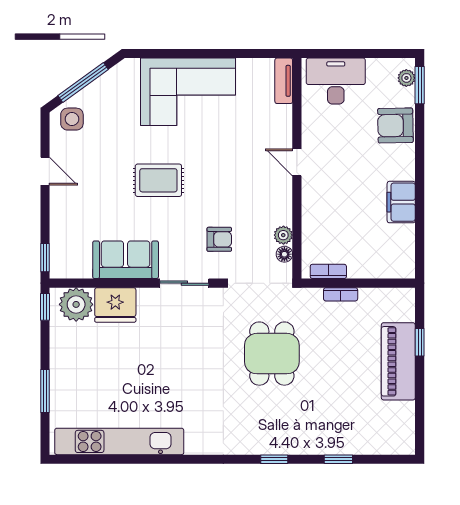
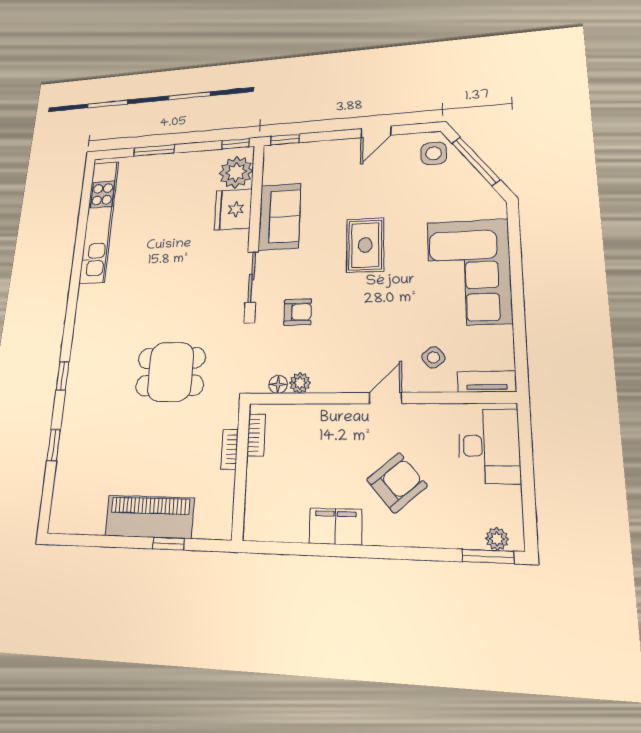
side table: (263, 123) -> (433, 357), added
armchair: (395, 125) -> (397, 483), moved, turned 51
armchair: (219, 239) -> (298, 312), turned -90

